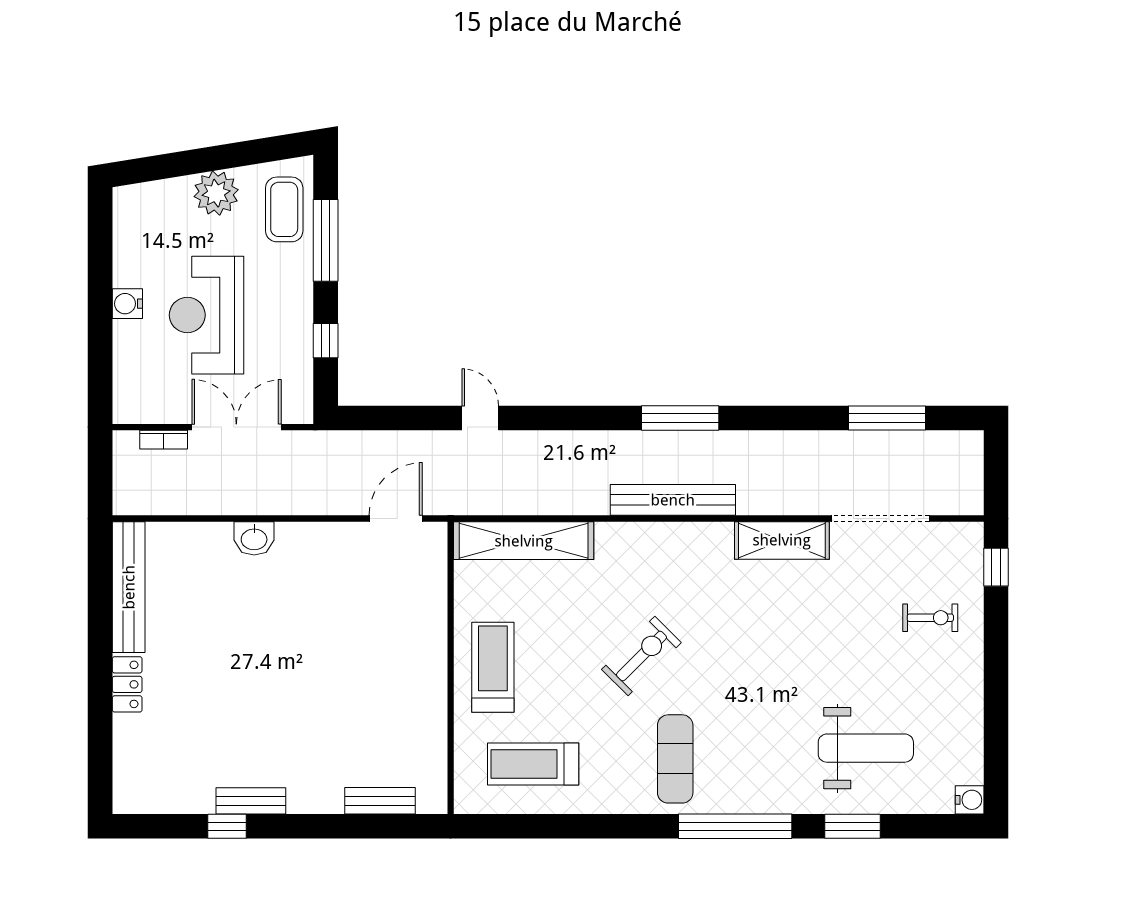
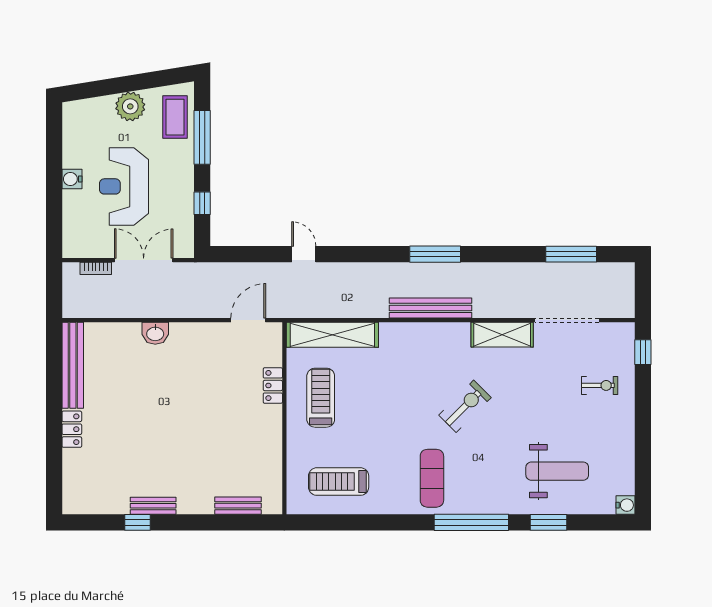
locker: (433, 618) -> (273, 385), added
exercise bike: (641, 656) -> (465, 406), moved
treadmill: (493, 667) -> (321, 398), moved

